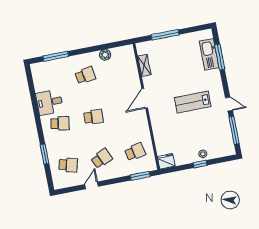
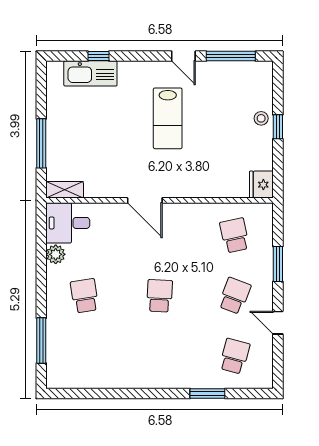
window: (220, 57) -> (99, 56), width x0.46
shelving: (144, 65) -> (65, 190), moved
desk: (50, 102) -> (68, 223), moved, turned 90
door: (229, 104) -> (183, 56), swing flipped
school desk: (60, 123) -> (160, 356), removed
school desk: (102, 158) -> (235, 296), turned 45
window: (140, 176) -> (278, 264), moved

